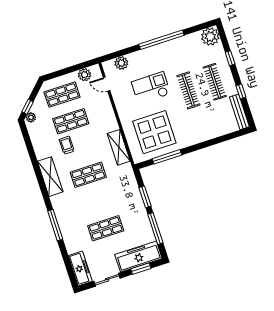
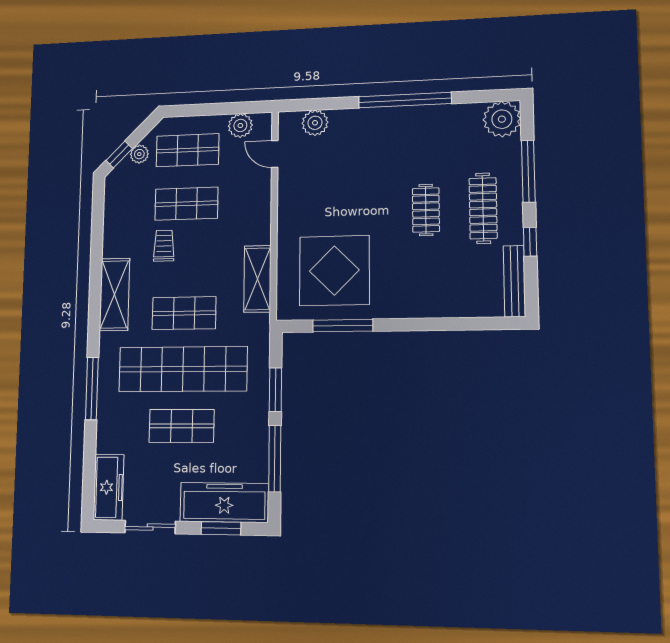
window: (230, 58) -> (528, 171), width x2.17
checkout: (151, 88) -> (355, 185), removed
clothes rail: (188, 90) -> (426, 210), width x0.73
plant: (31, 117) -> (139, 154), moved
shop shelf: (97, 202) -> (183, 369), added

